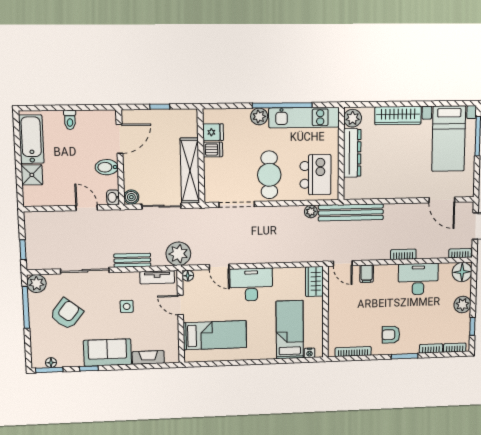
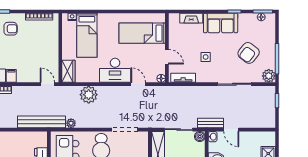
plant: (178, 254) -> (89, 95), moved
bench: (132, 260) -> (211, 123), moved
filing cabinet: (367, 274) -> (11, 76), moved

